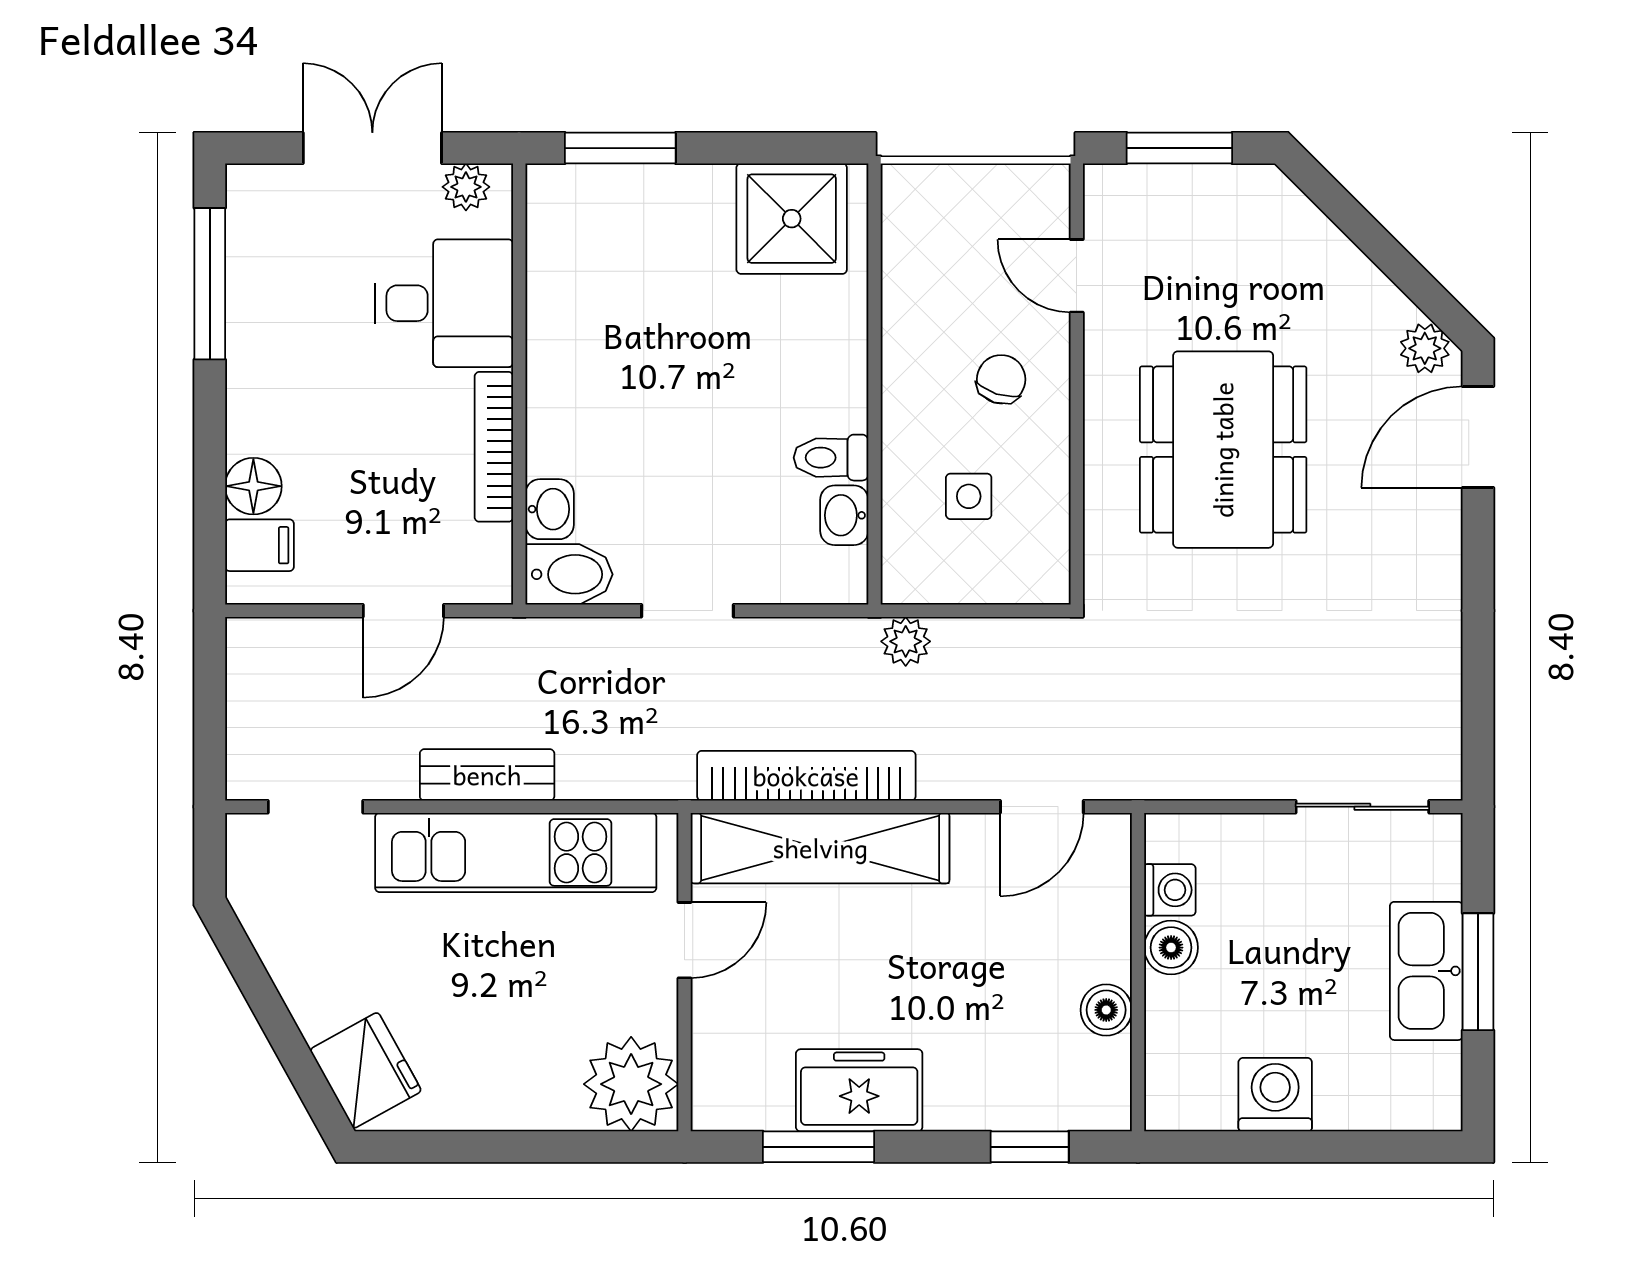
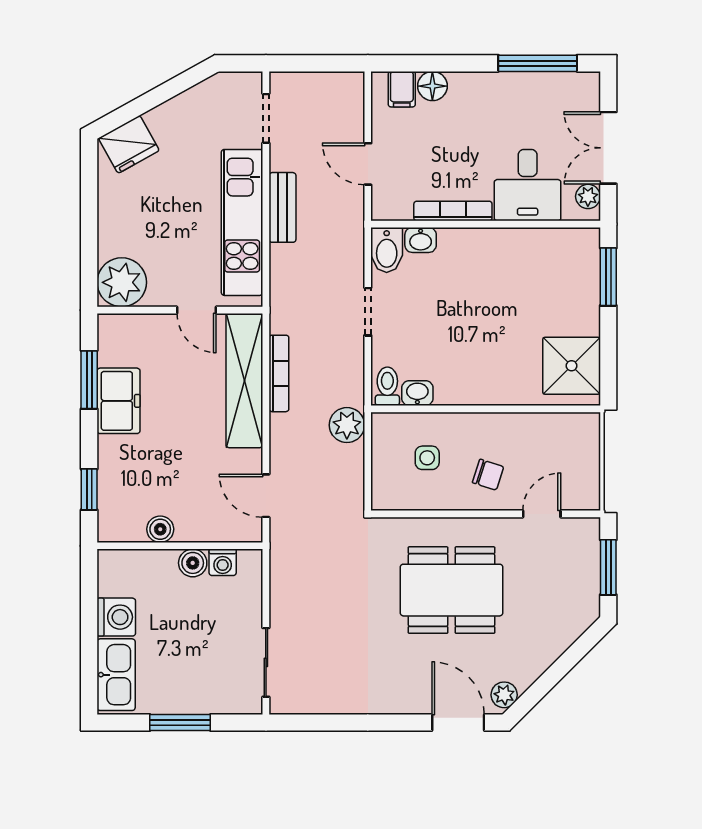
double door: (372, 148) -> (608, 148), swing flipped
toilet: (831, 458) -> (387, 386), moved
plant: (906, 641) -> (347, 425), width x1.38, depth x1.38
bookcase: (806, 776) -> (279, 373), width x0.68, depth x0.76
kitchen sink: (1426, 971) -> (116, 675), moved, turned 90

